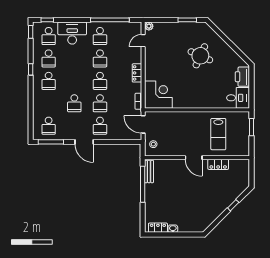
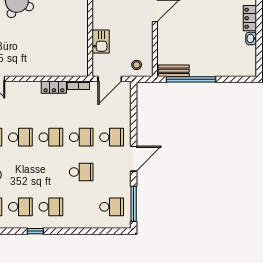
locker: (137, 73) -> (54, 87), moved
corner desk: (158, 95) -> (69, 58), removed
kitchen sink: (171, 118) -> (101, 41), added
locker: (158, 228) -> (250, 18), moved

